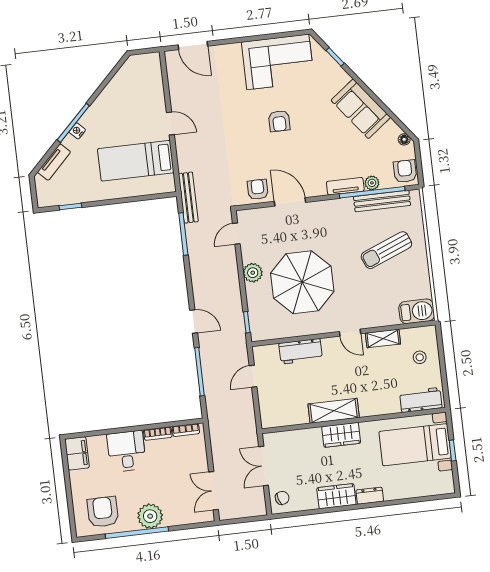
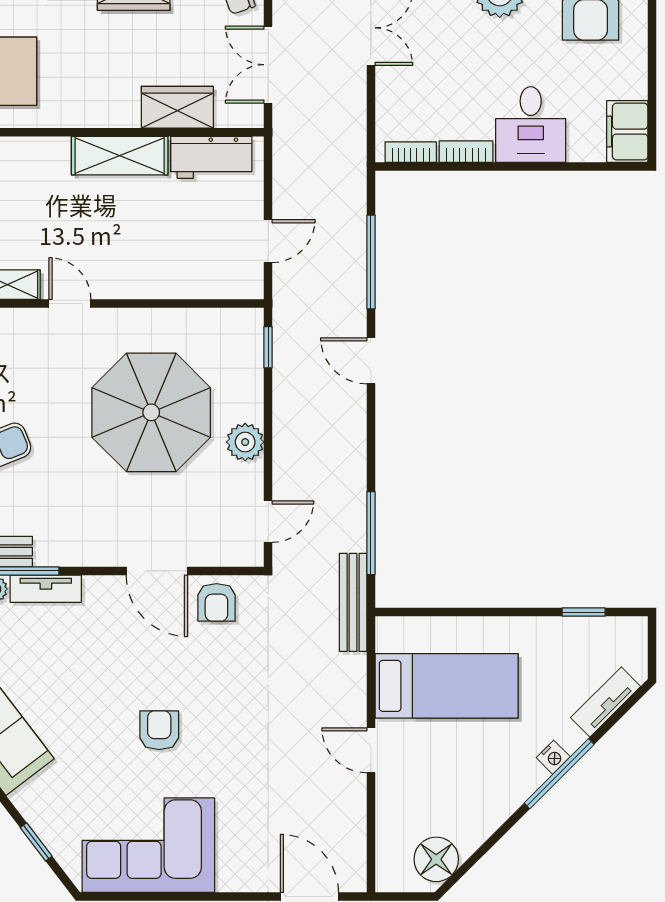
floor lamp: (131, 72) -> (436, 859), added
workbench: (301, 351) -> (211, 157), moved, turned 180
wardrobe: (341, 435) -> (177, 107), moved
double door: (264, 466) -> (268, 65), swing flipped

